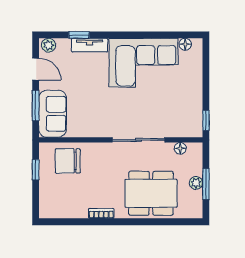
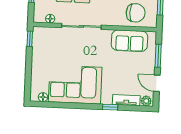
window: (79, 35) -> (110, 107), moved
tv unit: (90, 45) -> (126, 100), moved
sofa: (53, 114) -> (130, 41), moved, turned -90

